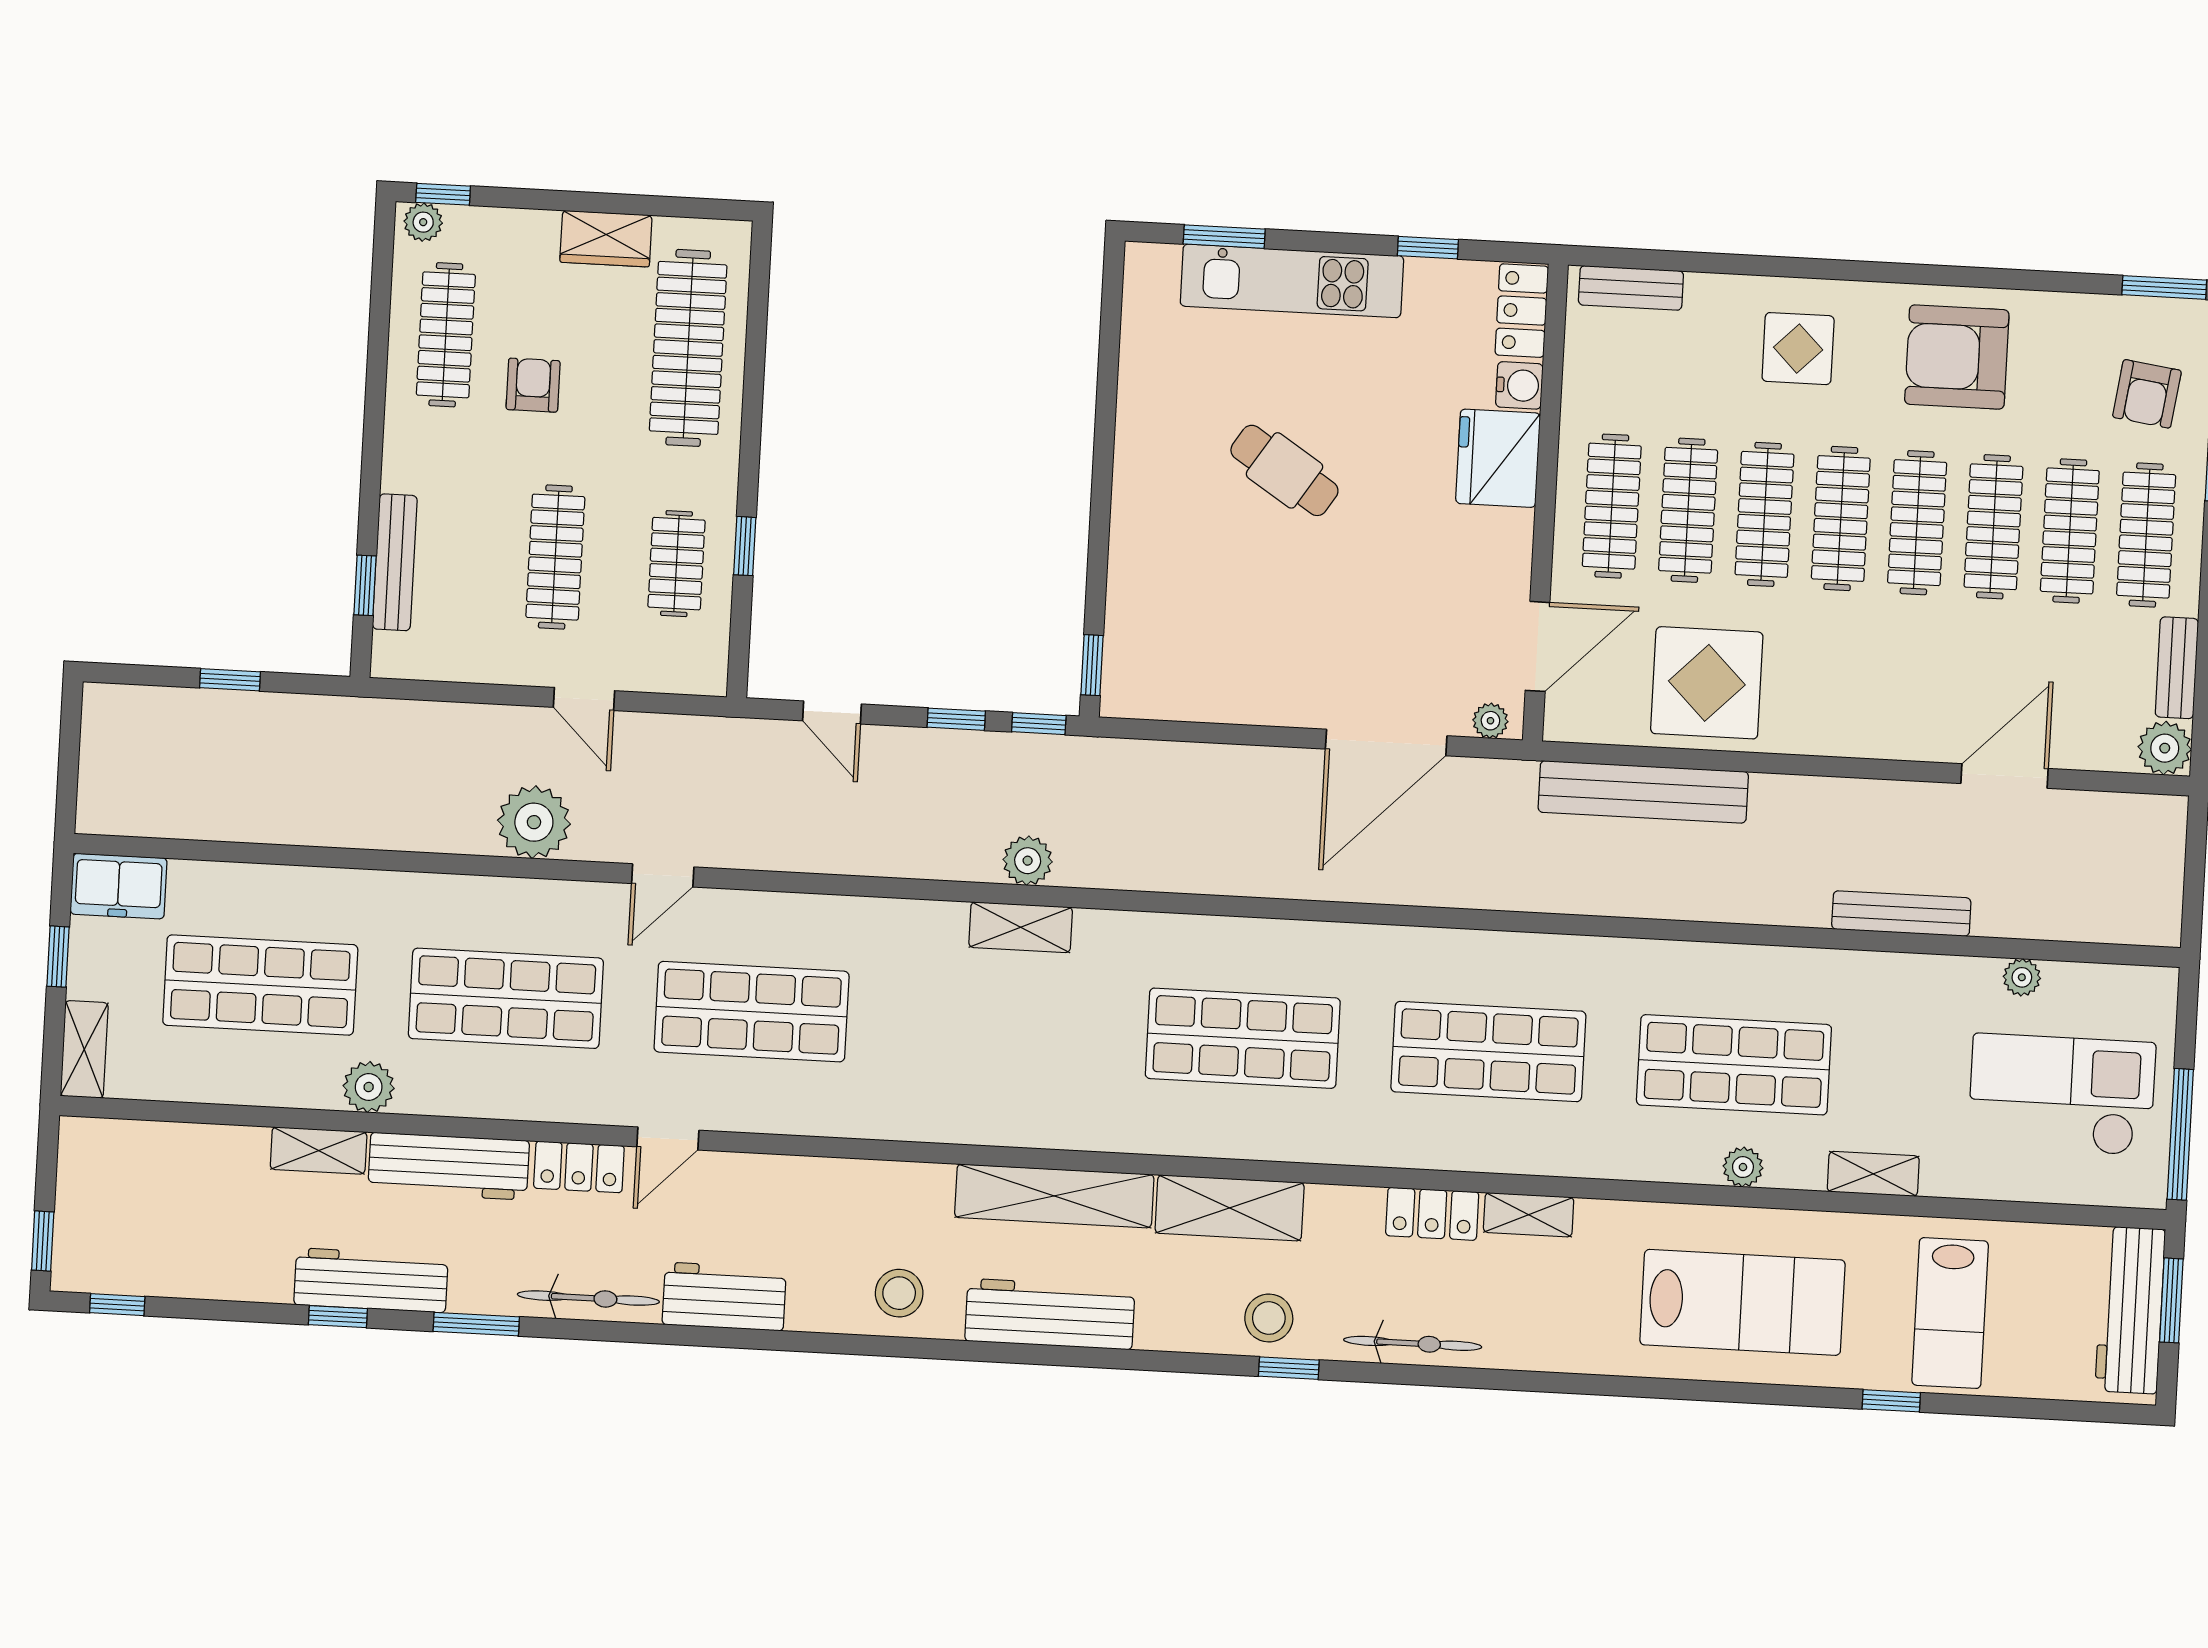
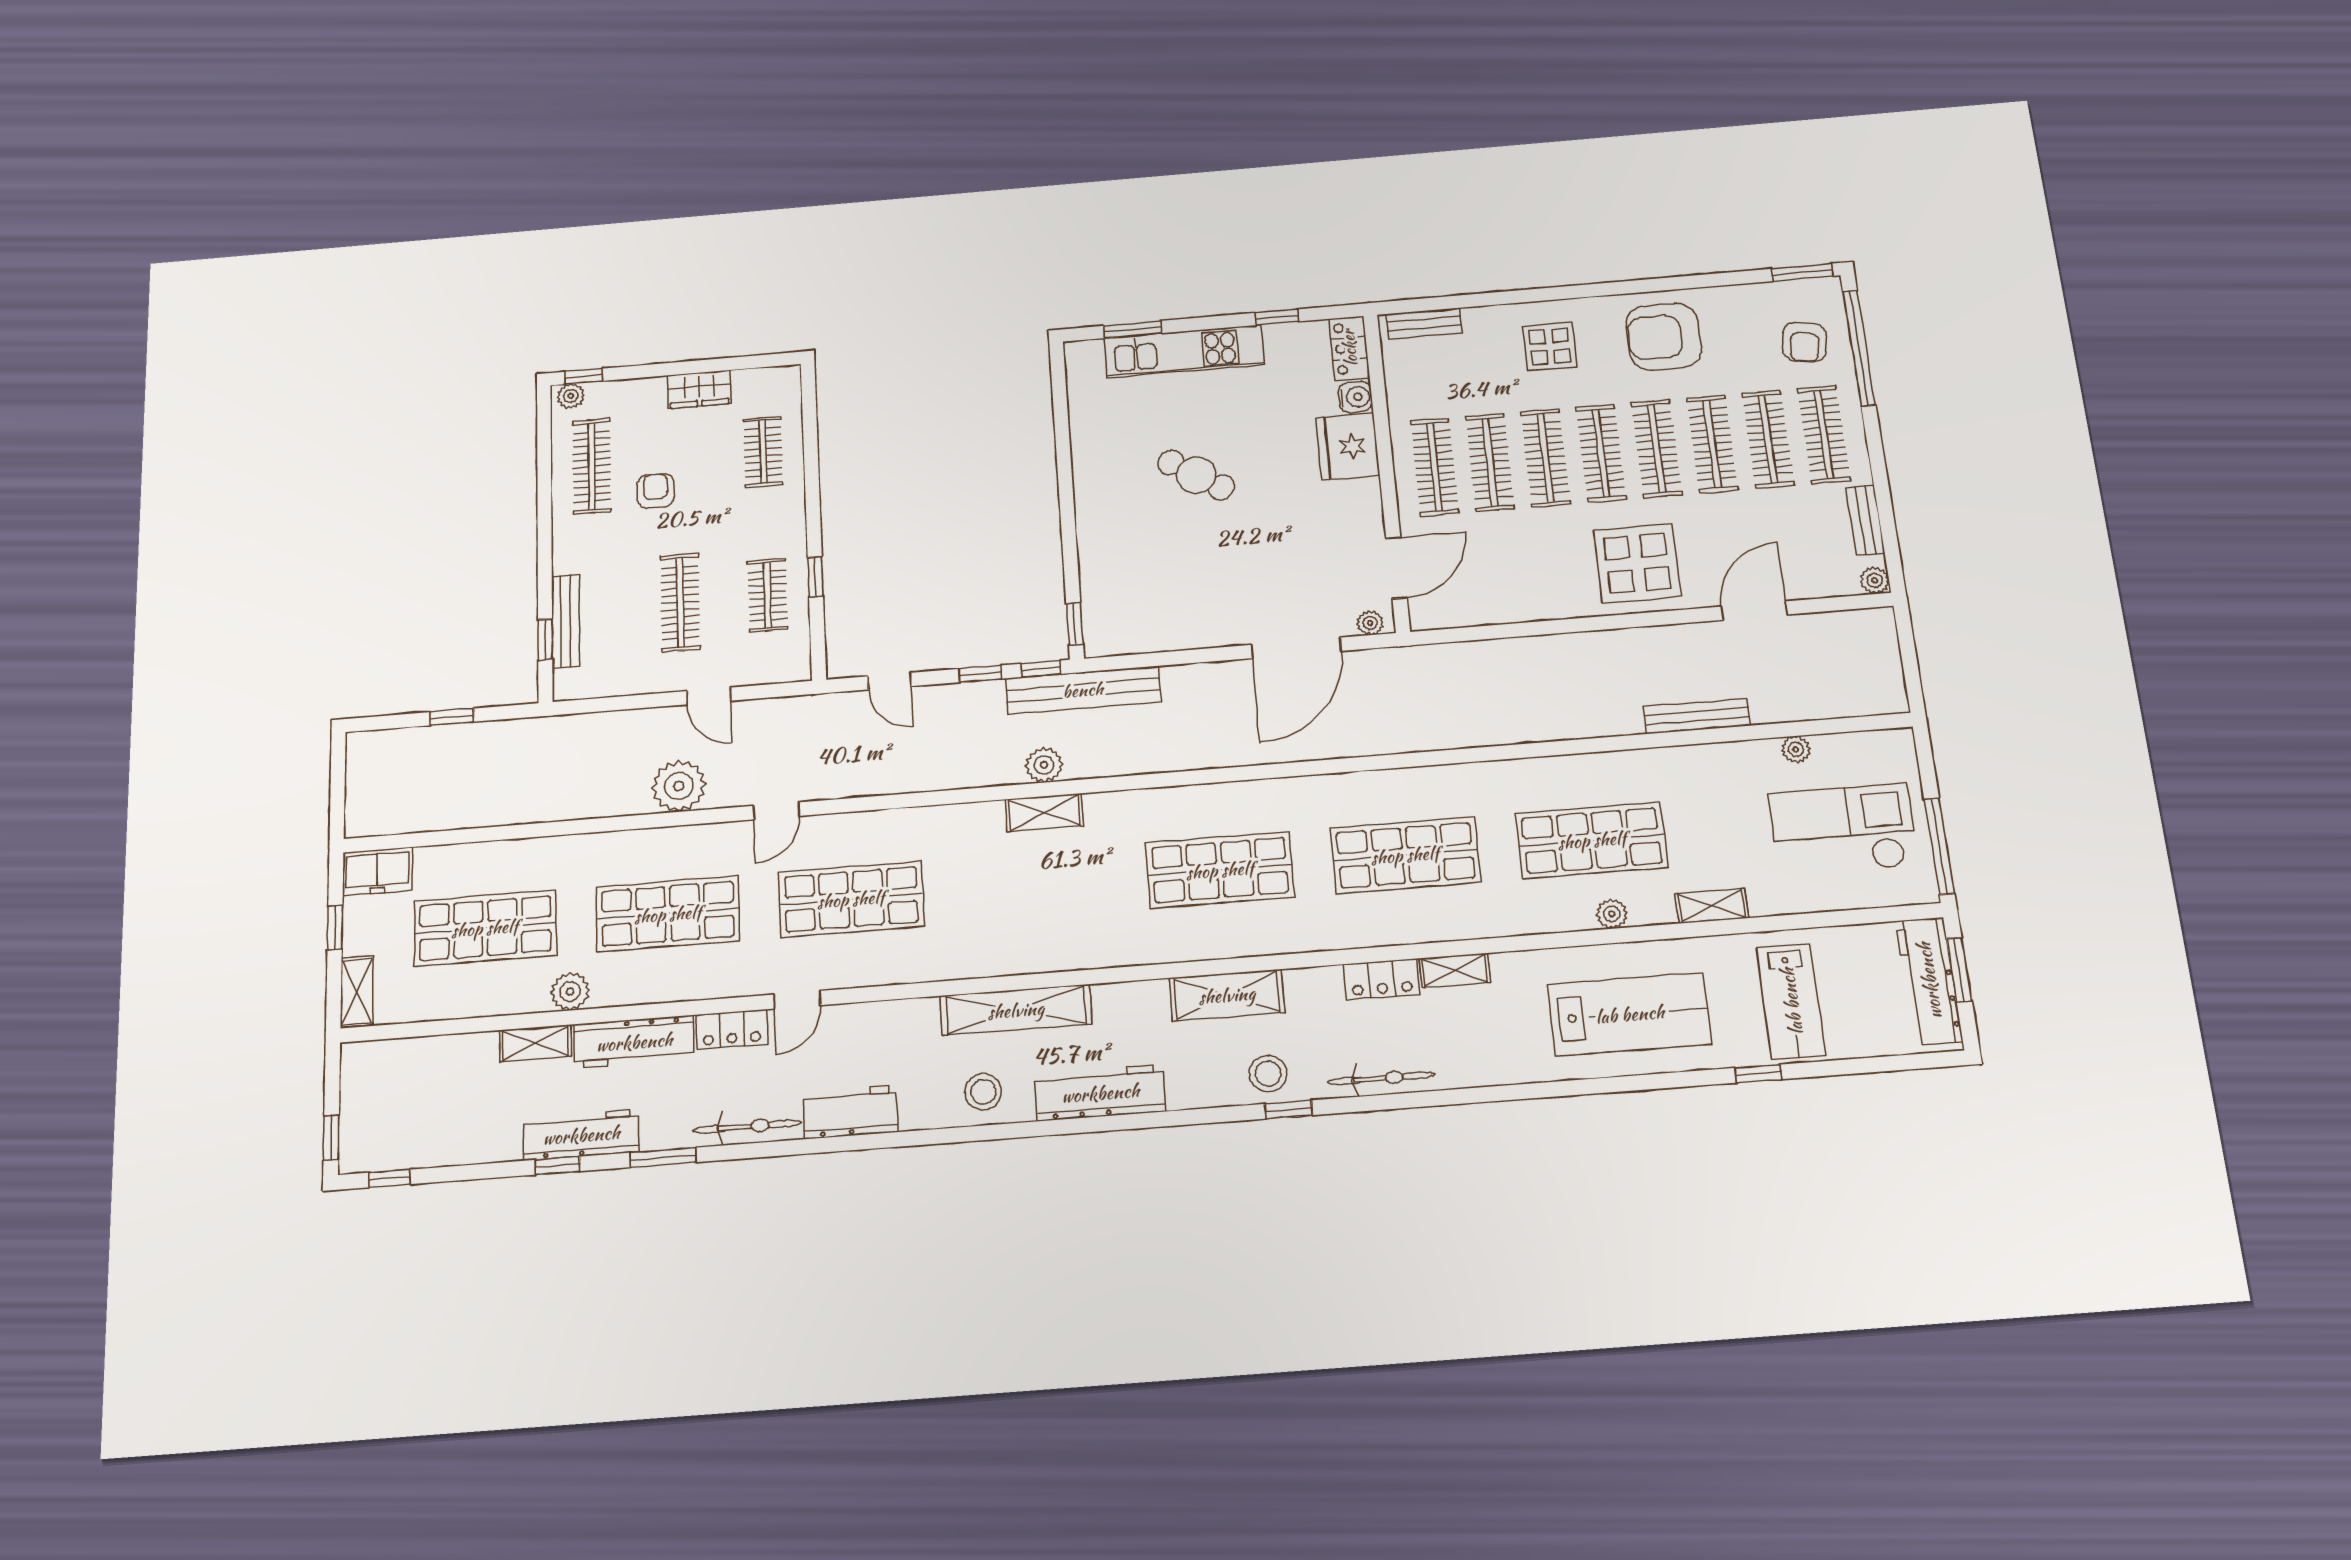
clothes rail: (688, 348) -> (763, 452), width x0.54, depth x0.76
display table: (1707, 683) -> (1637, 563), moved
plant: (2165, 748) -> (1875, 580), width x0.73, depth x0.73
bench: (1643, 792) -> (1083, 690), moved
shelving: (1054, 1196) -> (1016, 1010), moved

